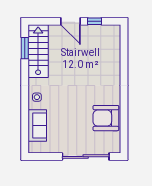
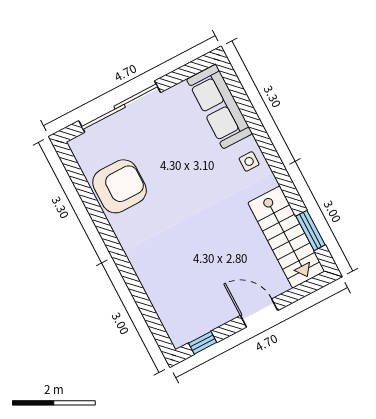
window: (95, 21) -> (203, 343), moved
sofa: (37, 126) -> (219, 107), width x1.36

